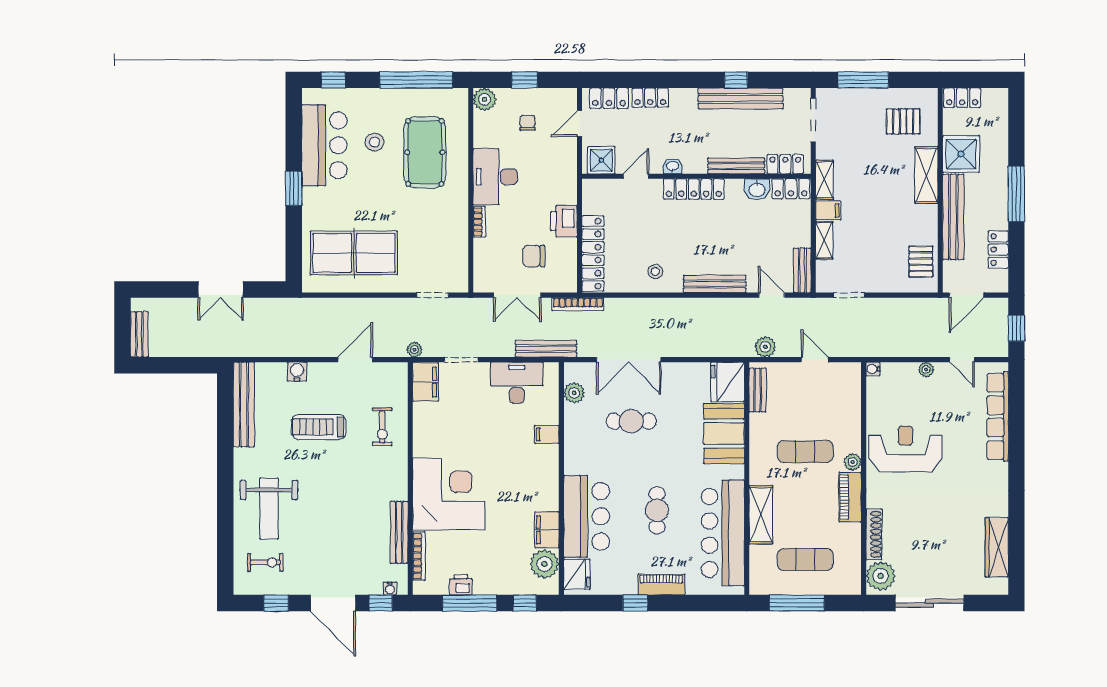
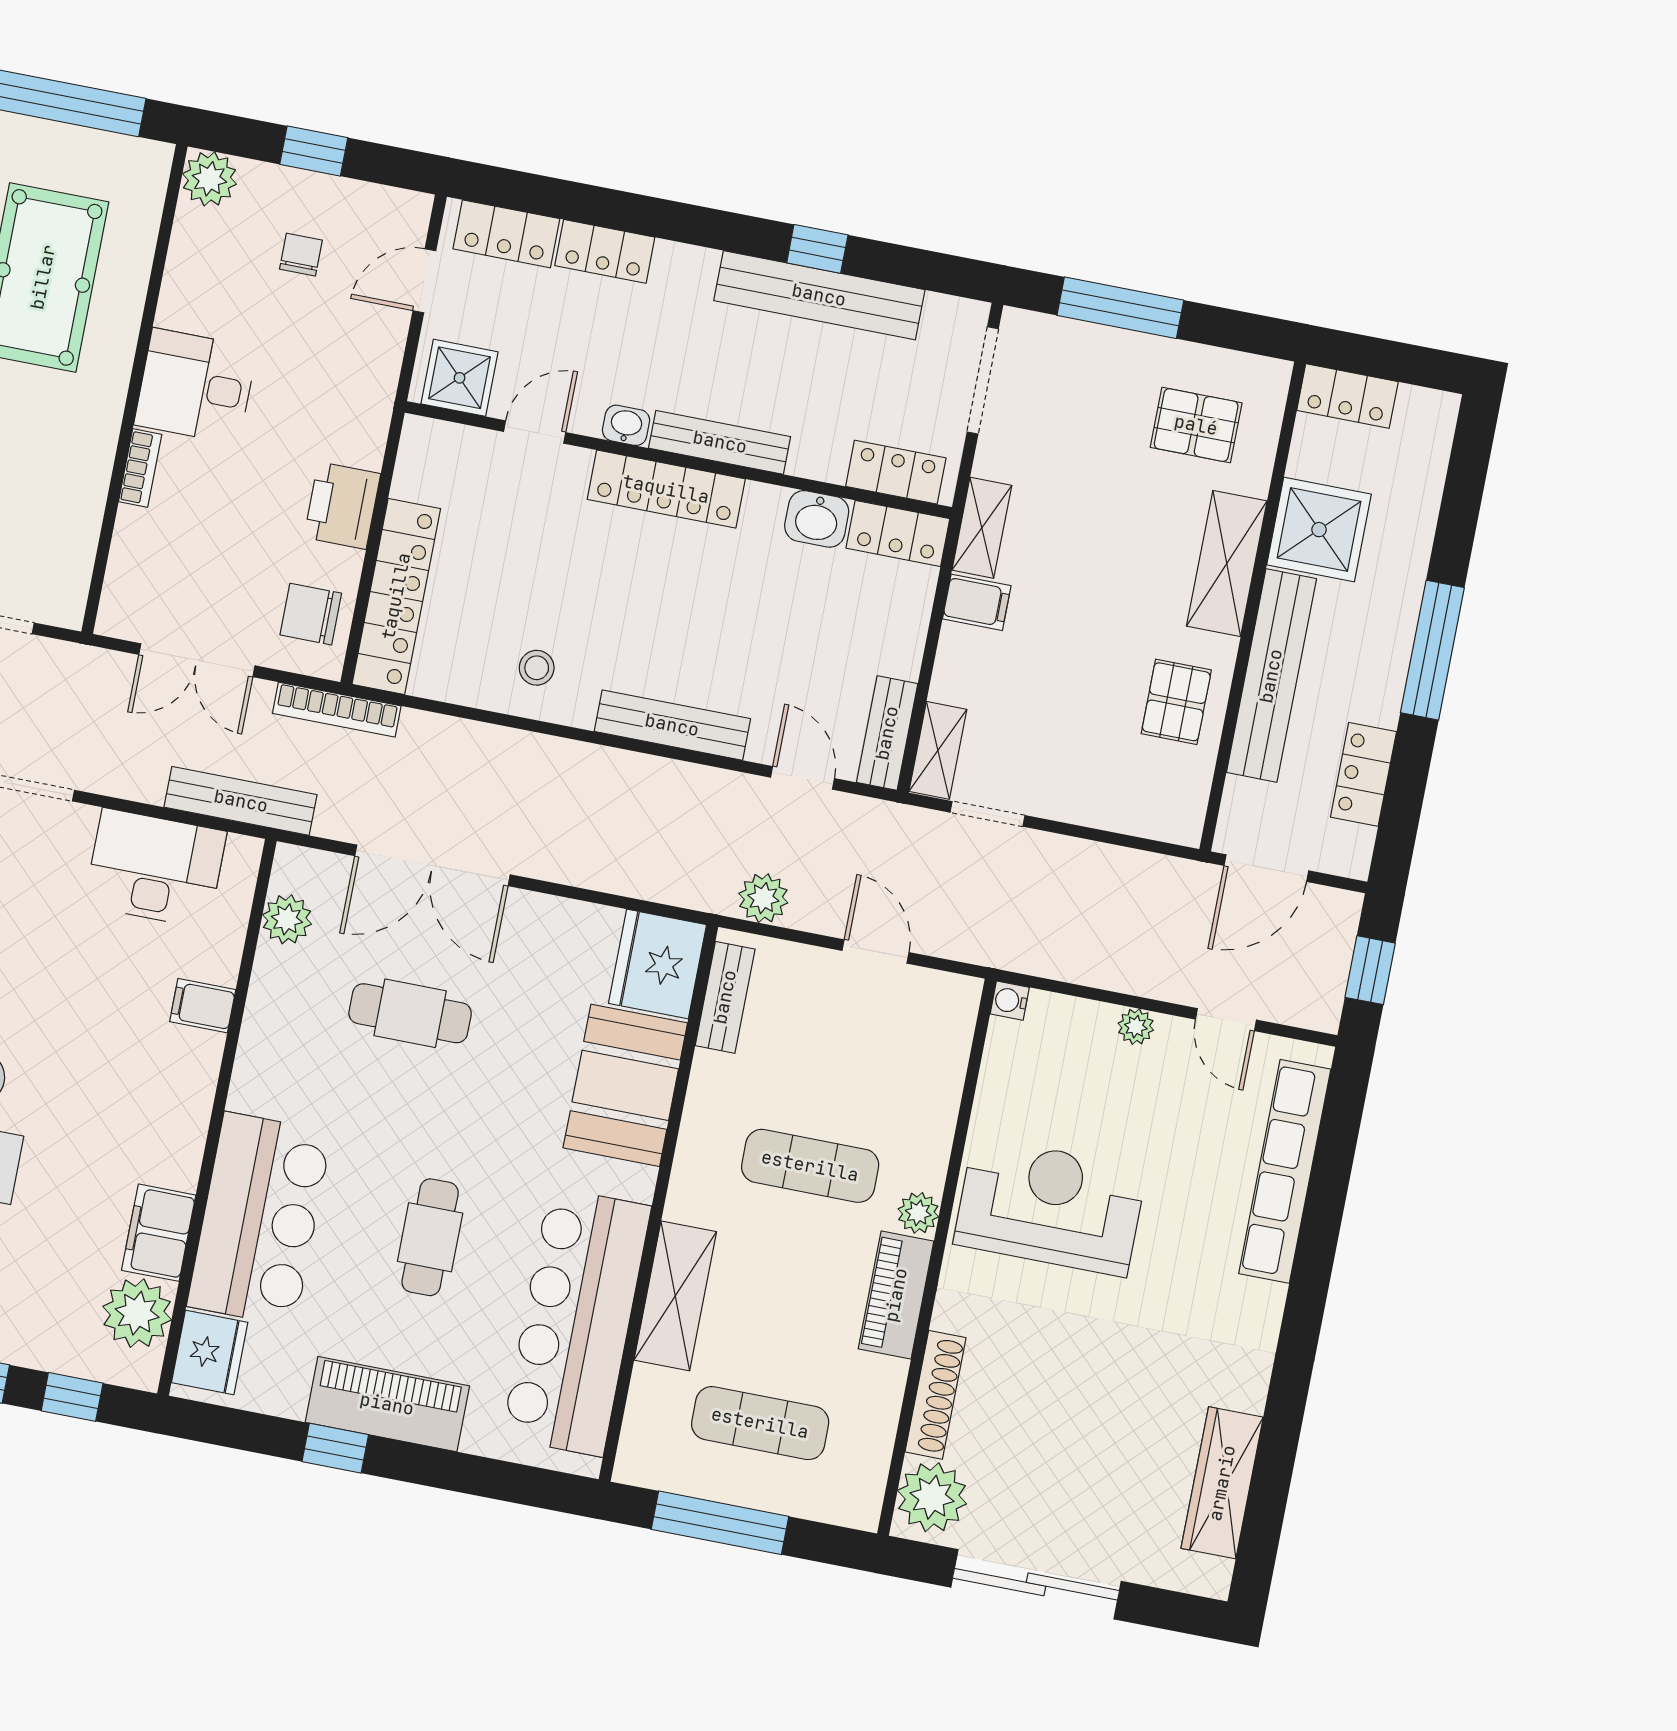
bench: (736, 166) -> (720, 442), moved
desk: (495, 177) -> (196, 386), width x0.73
shelving: (824, 240) -> (938, 750), moved
chair: (534, 256) -> (311, 614), moved
pallet: (921, 262) -> (1176, 702), moved
piano: (661, 585) -> (387, 1404), width x1.37, depth x1.33

